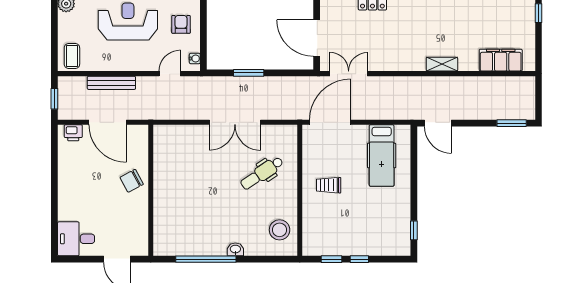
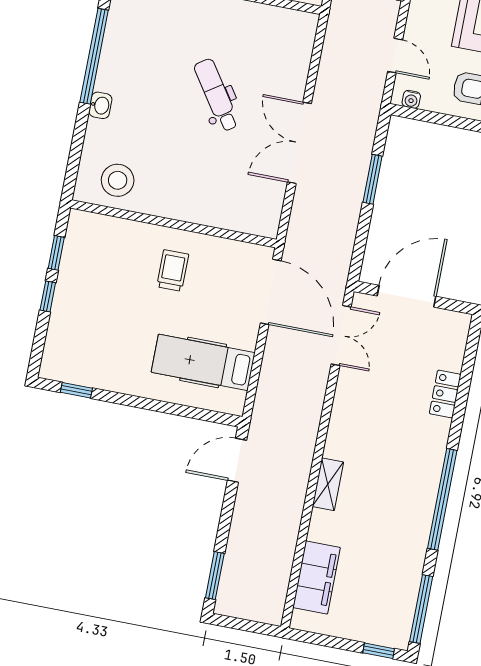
dental chair: (262, 173) -> (217, 95), moved

